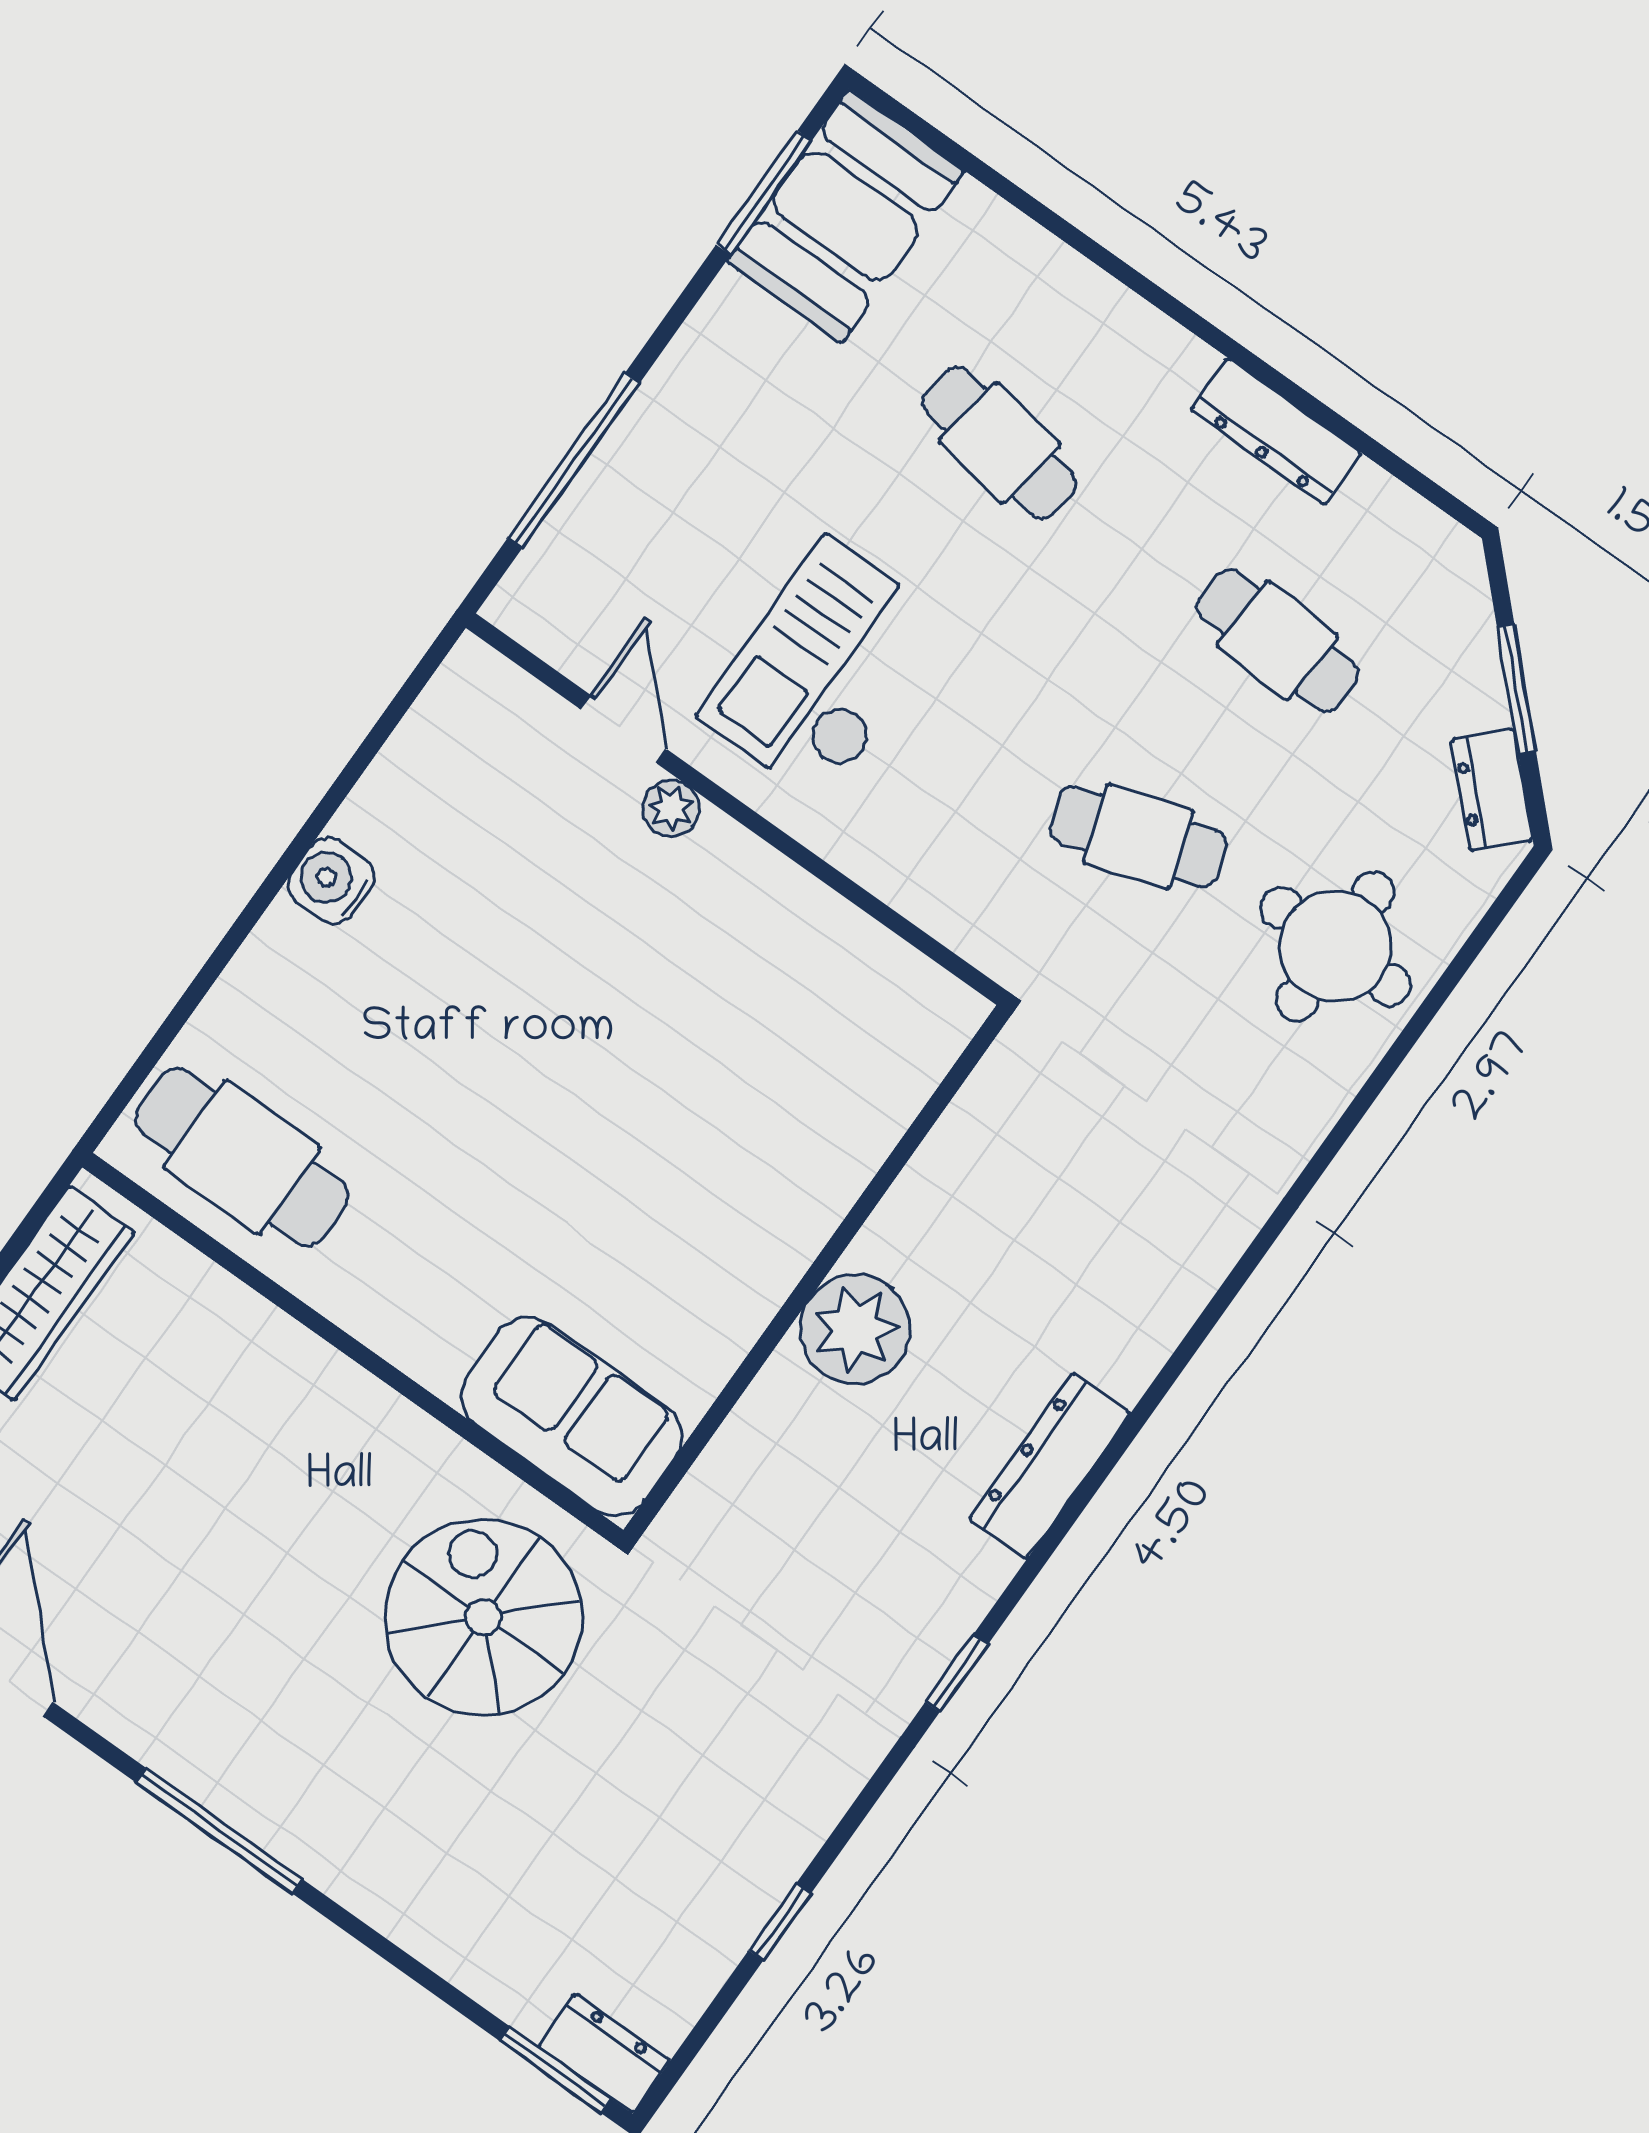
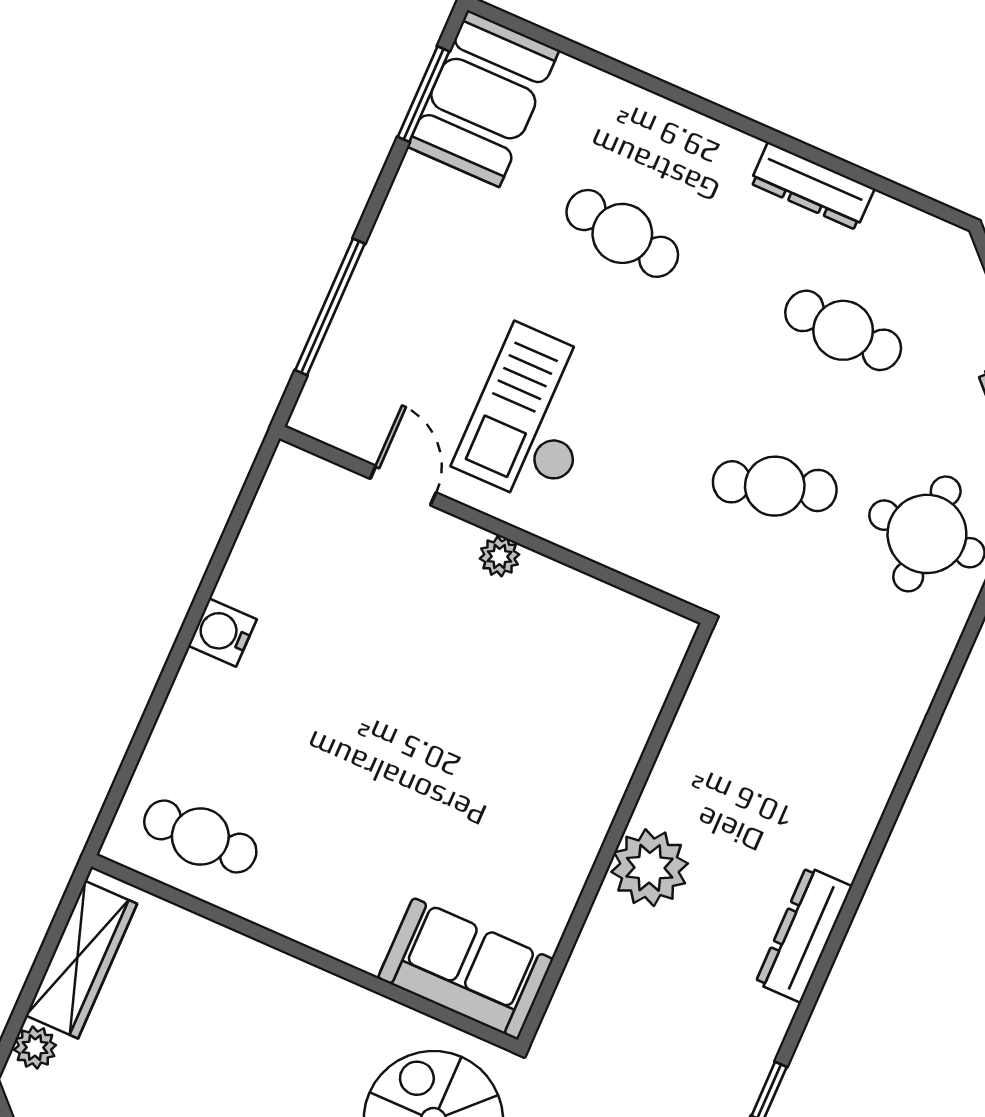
plant: (671, 808) -> (499, 556), moved
cafe table: (242, 1157) -> (200, 837), width x0.73, depth x0.74

